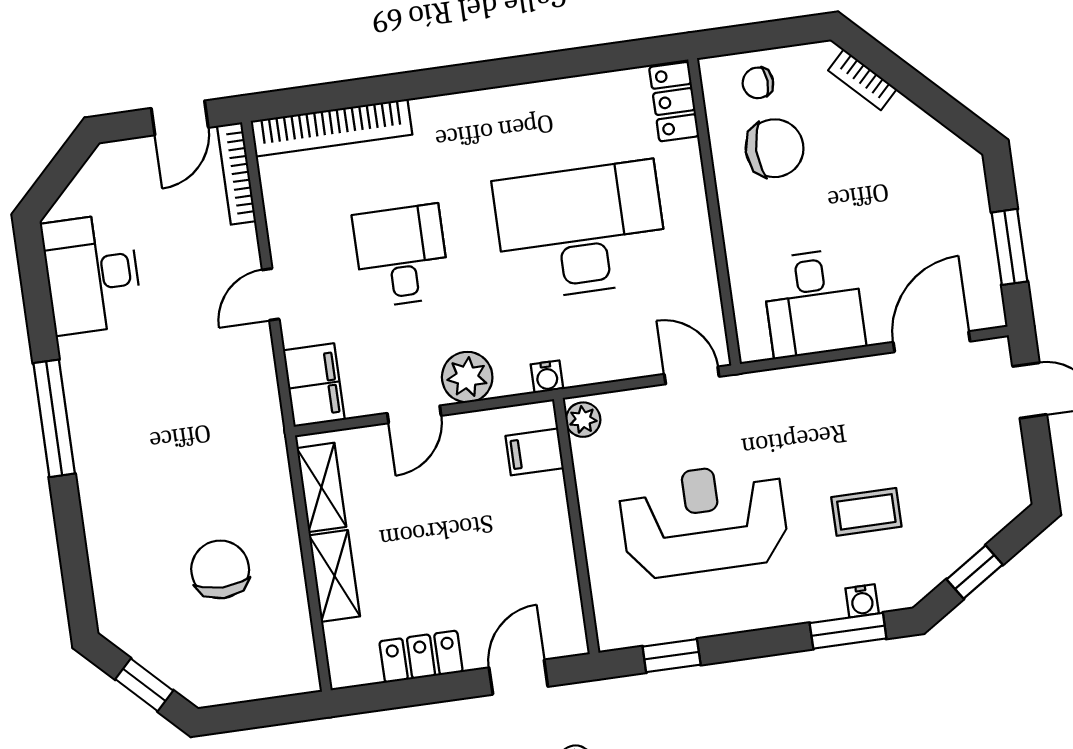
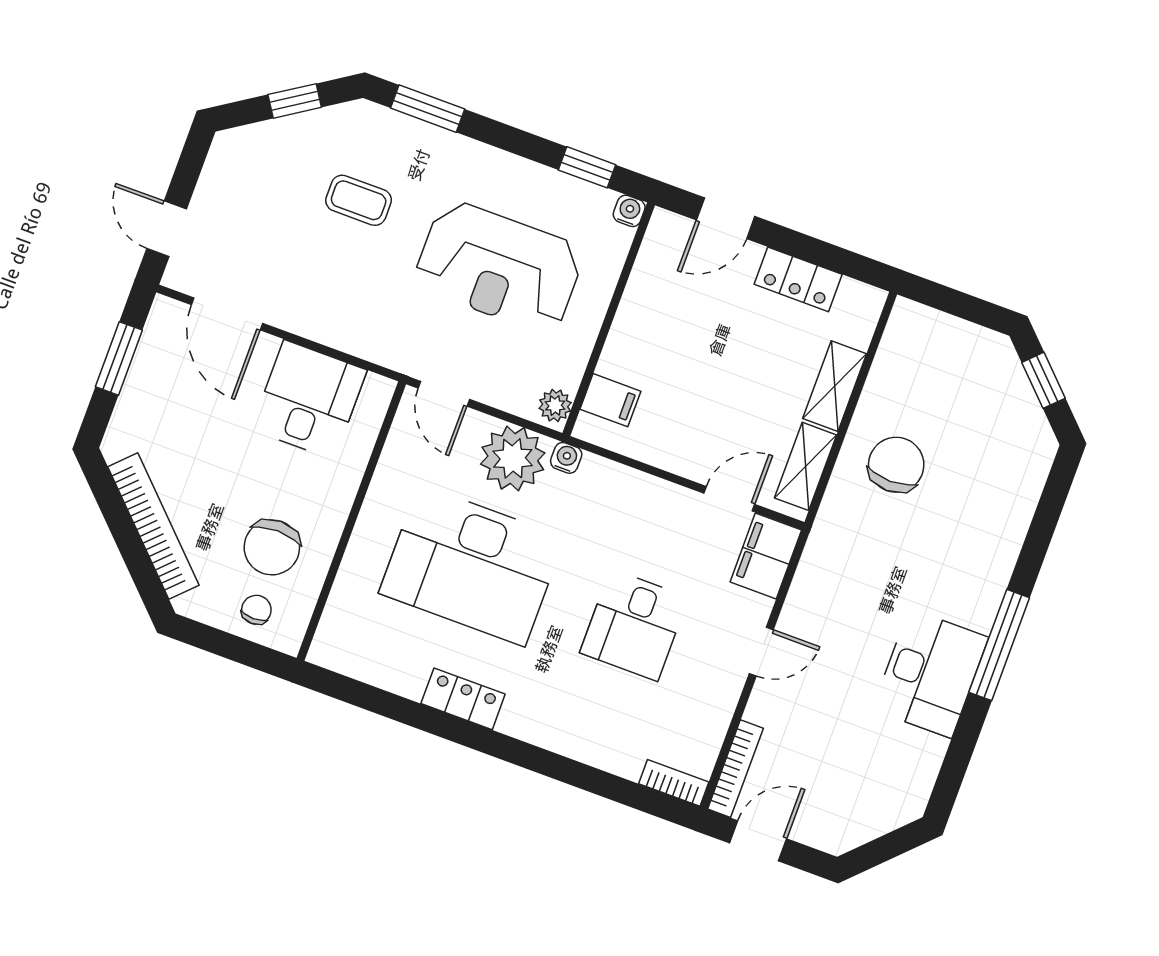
bookcase: (862, 80) -> (153, 526), width x2.31, depth x1.31
chair: (758, 83) -> (256, 610), turned -87
locker: (674, 102) -> (463, 699), moved, turned -90
bookcase: (332, 128) -> (674, 783), width x0.43, depth x0.76
chair: (775, 148) -> (272, 547), turned -90
desk: (92, 274) -> (930, 673), moved
door: (932, 342) -> (227, 314), hinge flipped
plant: (467, 377) -> (513, 458), moved, width x1.36, depth x1.36
door: (414, 414) -> (729, 499), moved
chair: (220, 569) -> (896, 465), moved, turned 180
water cooler: (862, 601) -> (629, 211), moved

